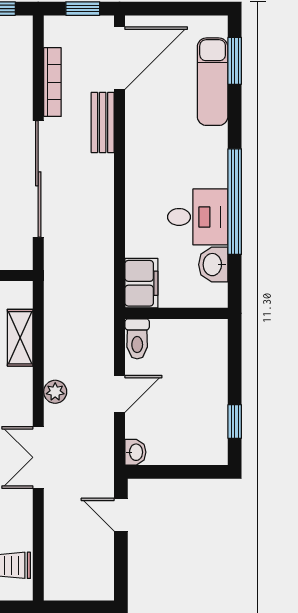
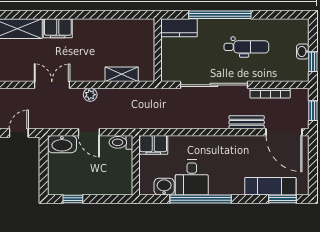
washbasin: (135, 452) -> (62, 144), width x1.91, depth x1.45

